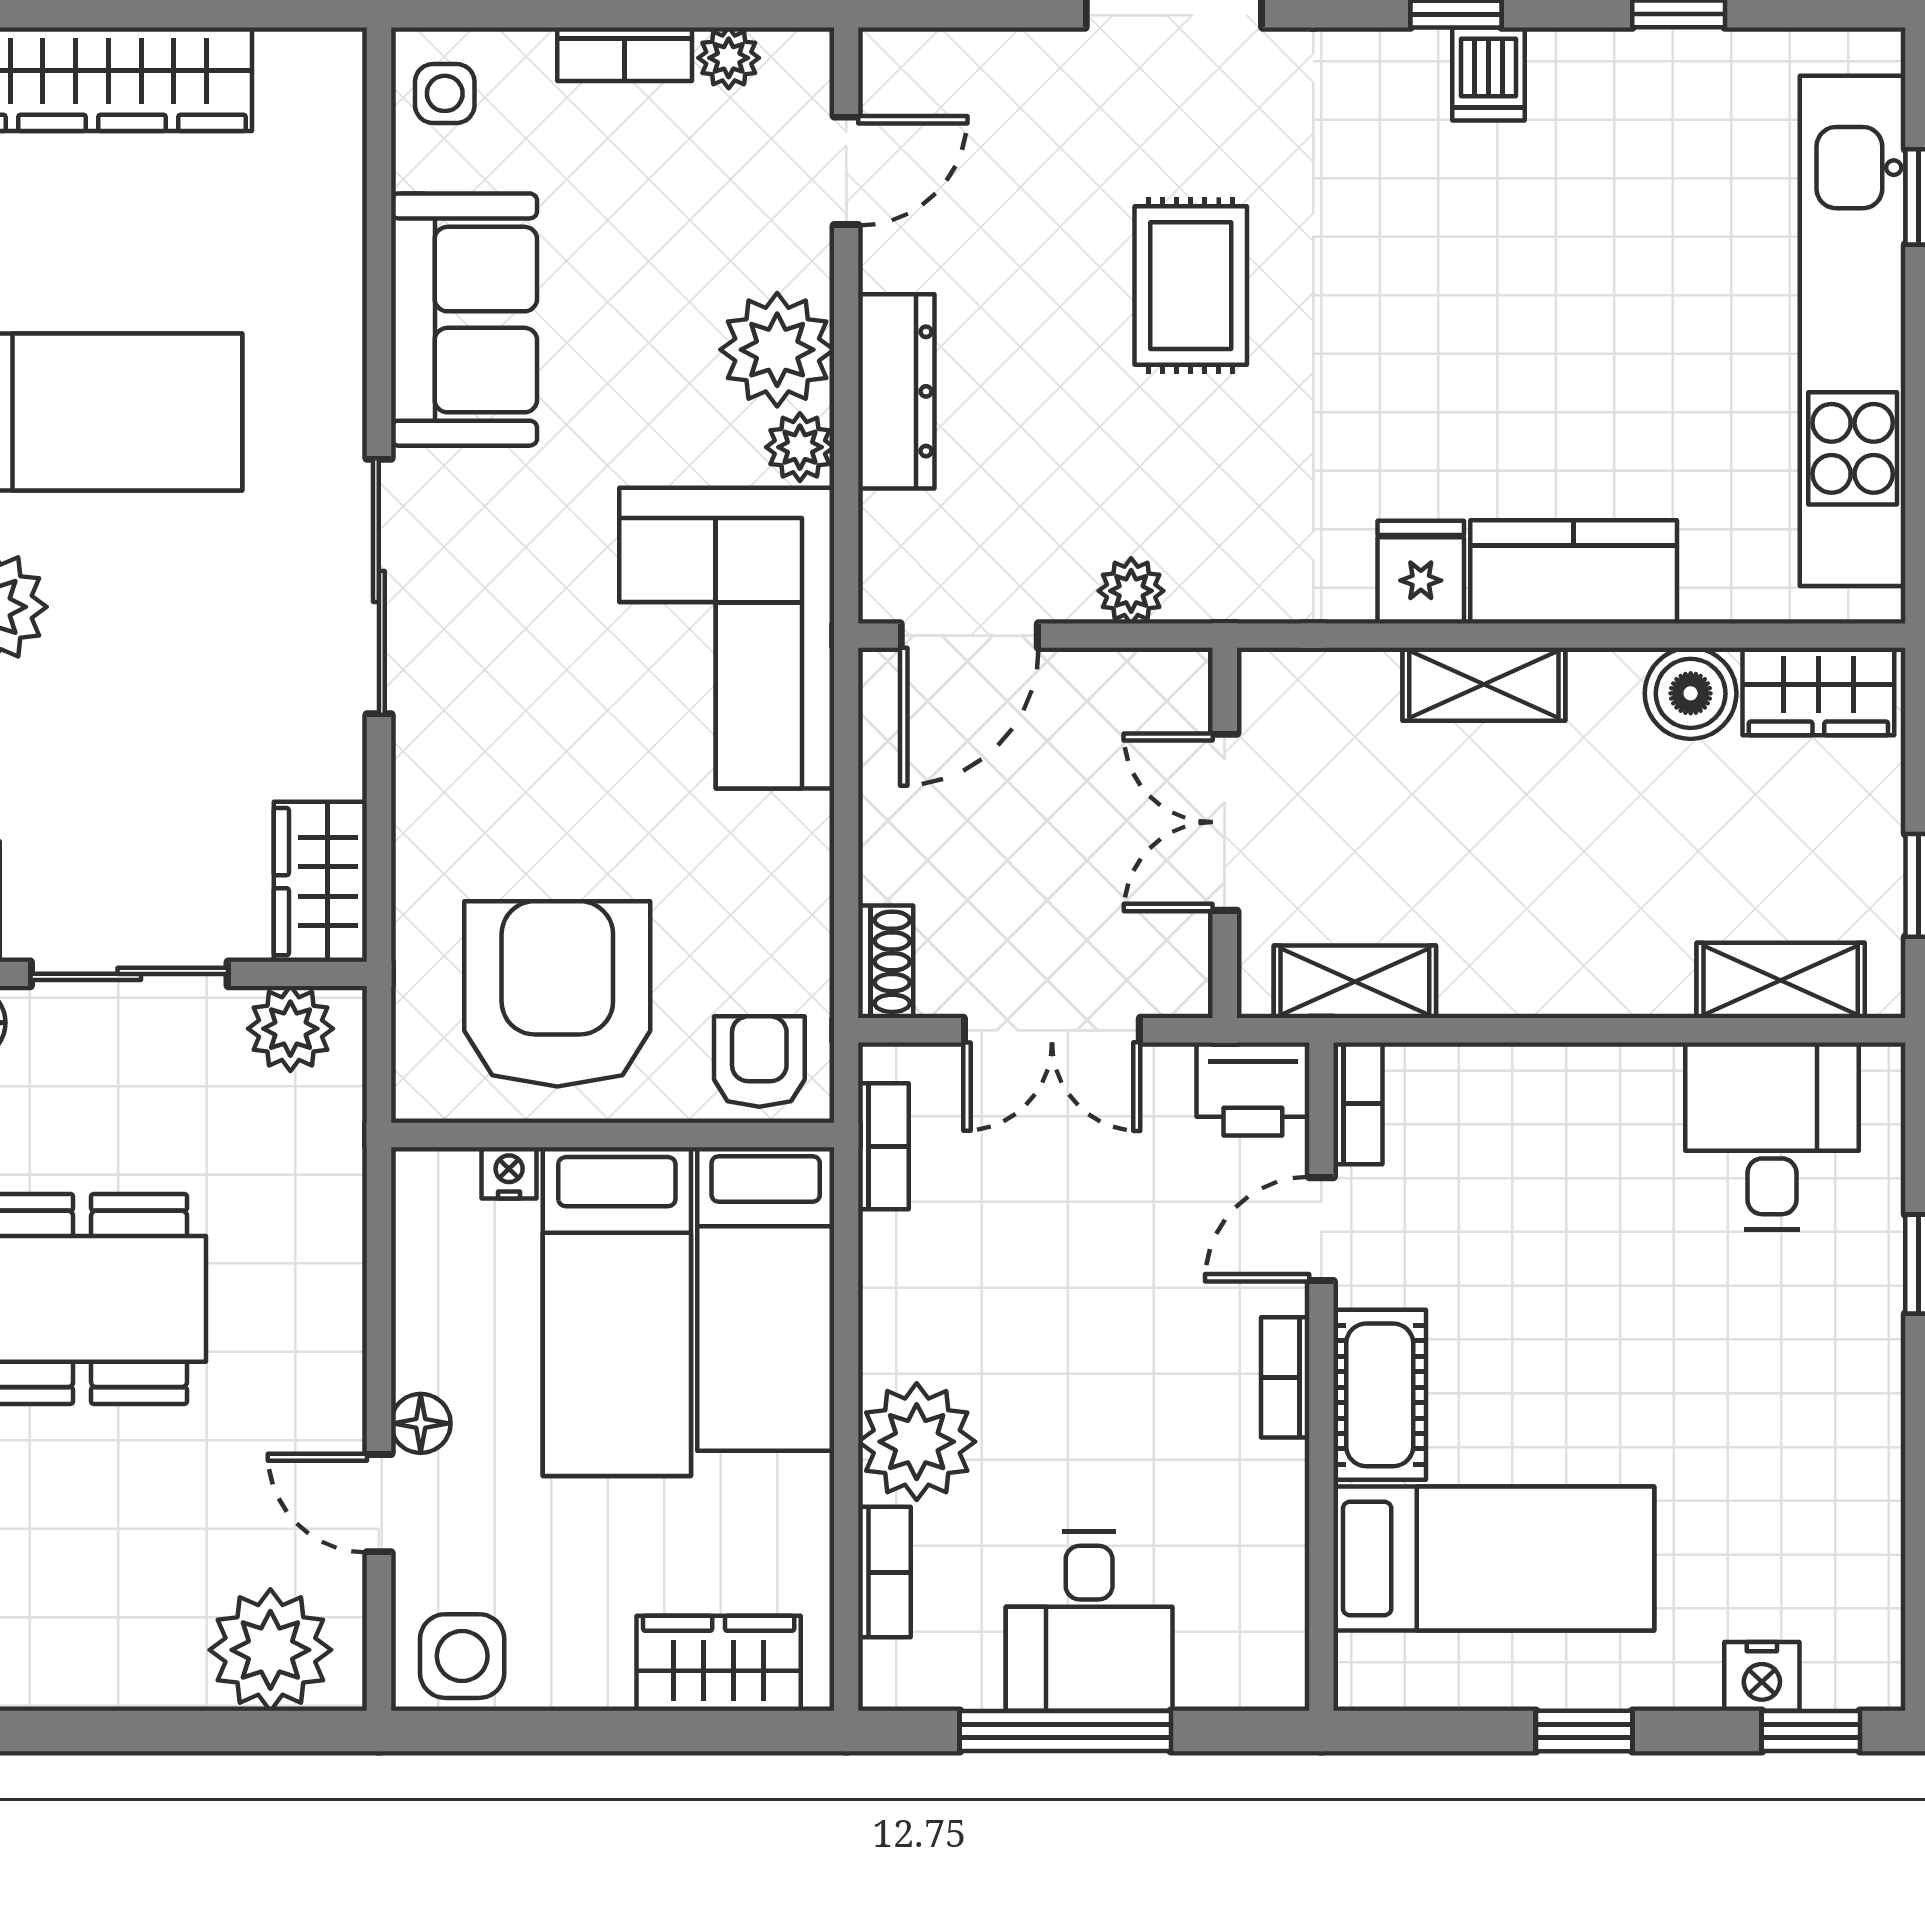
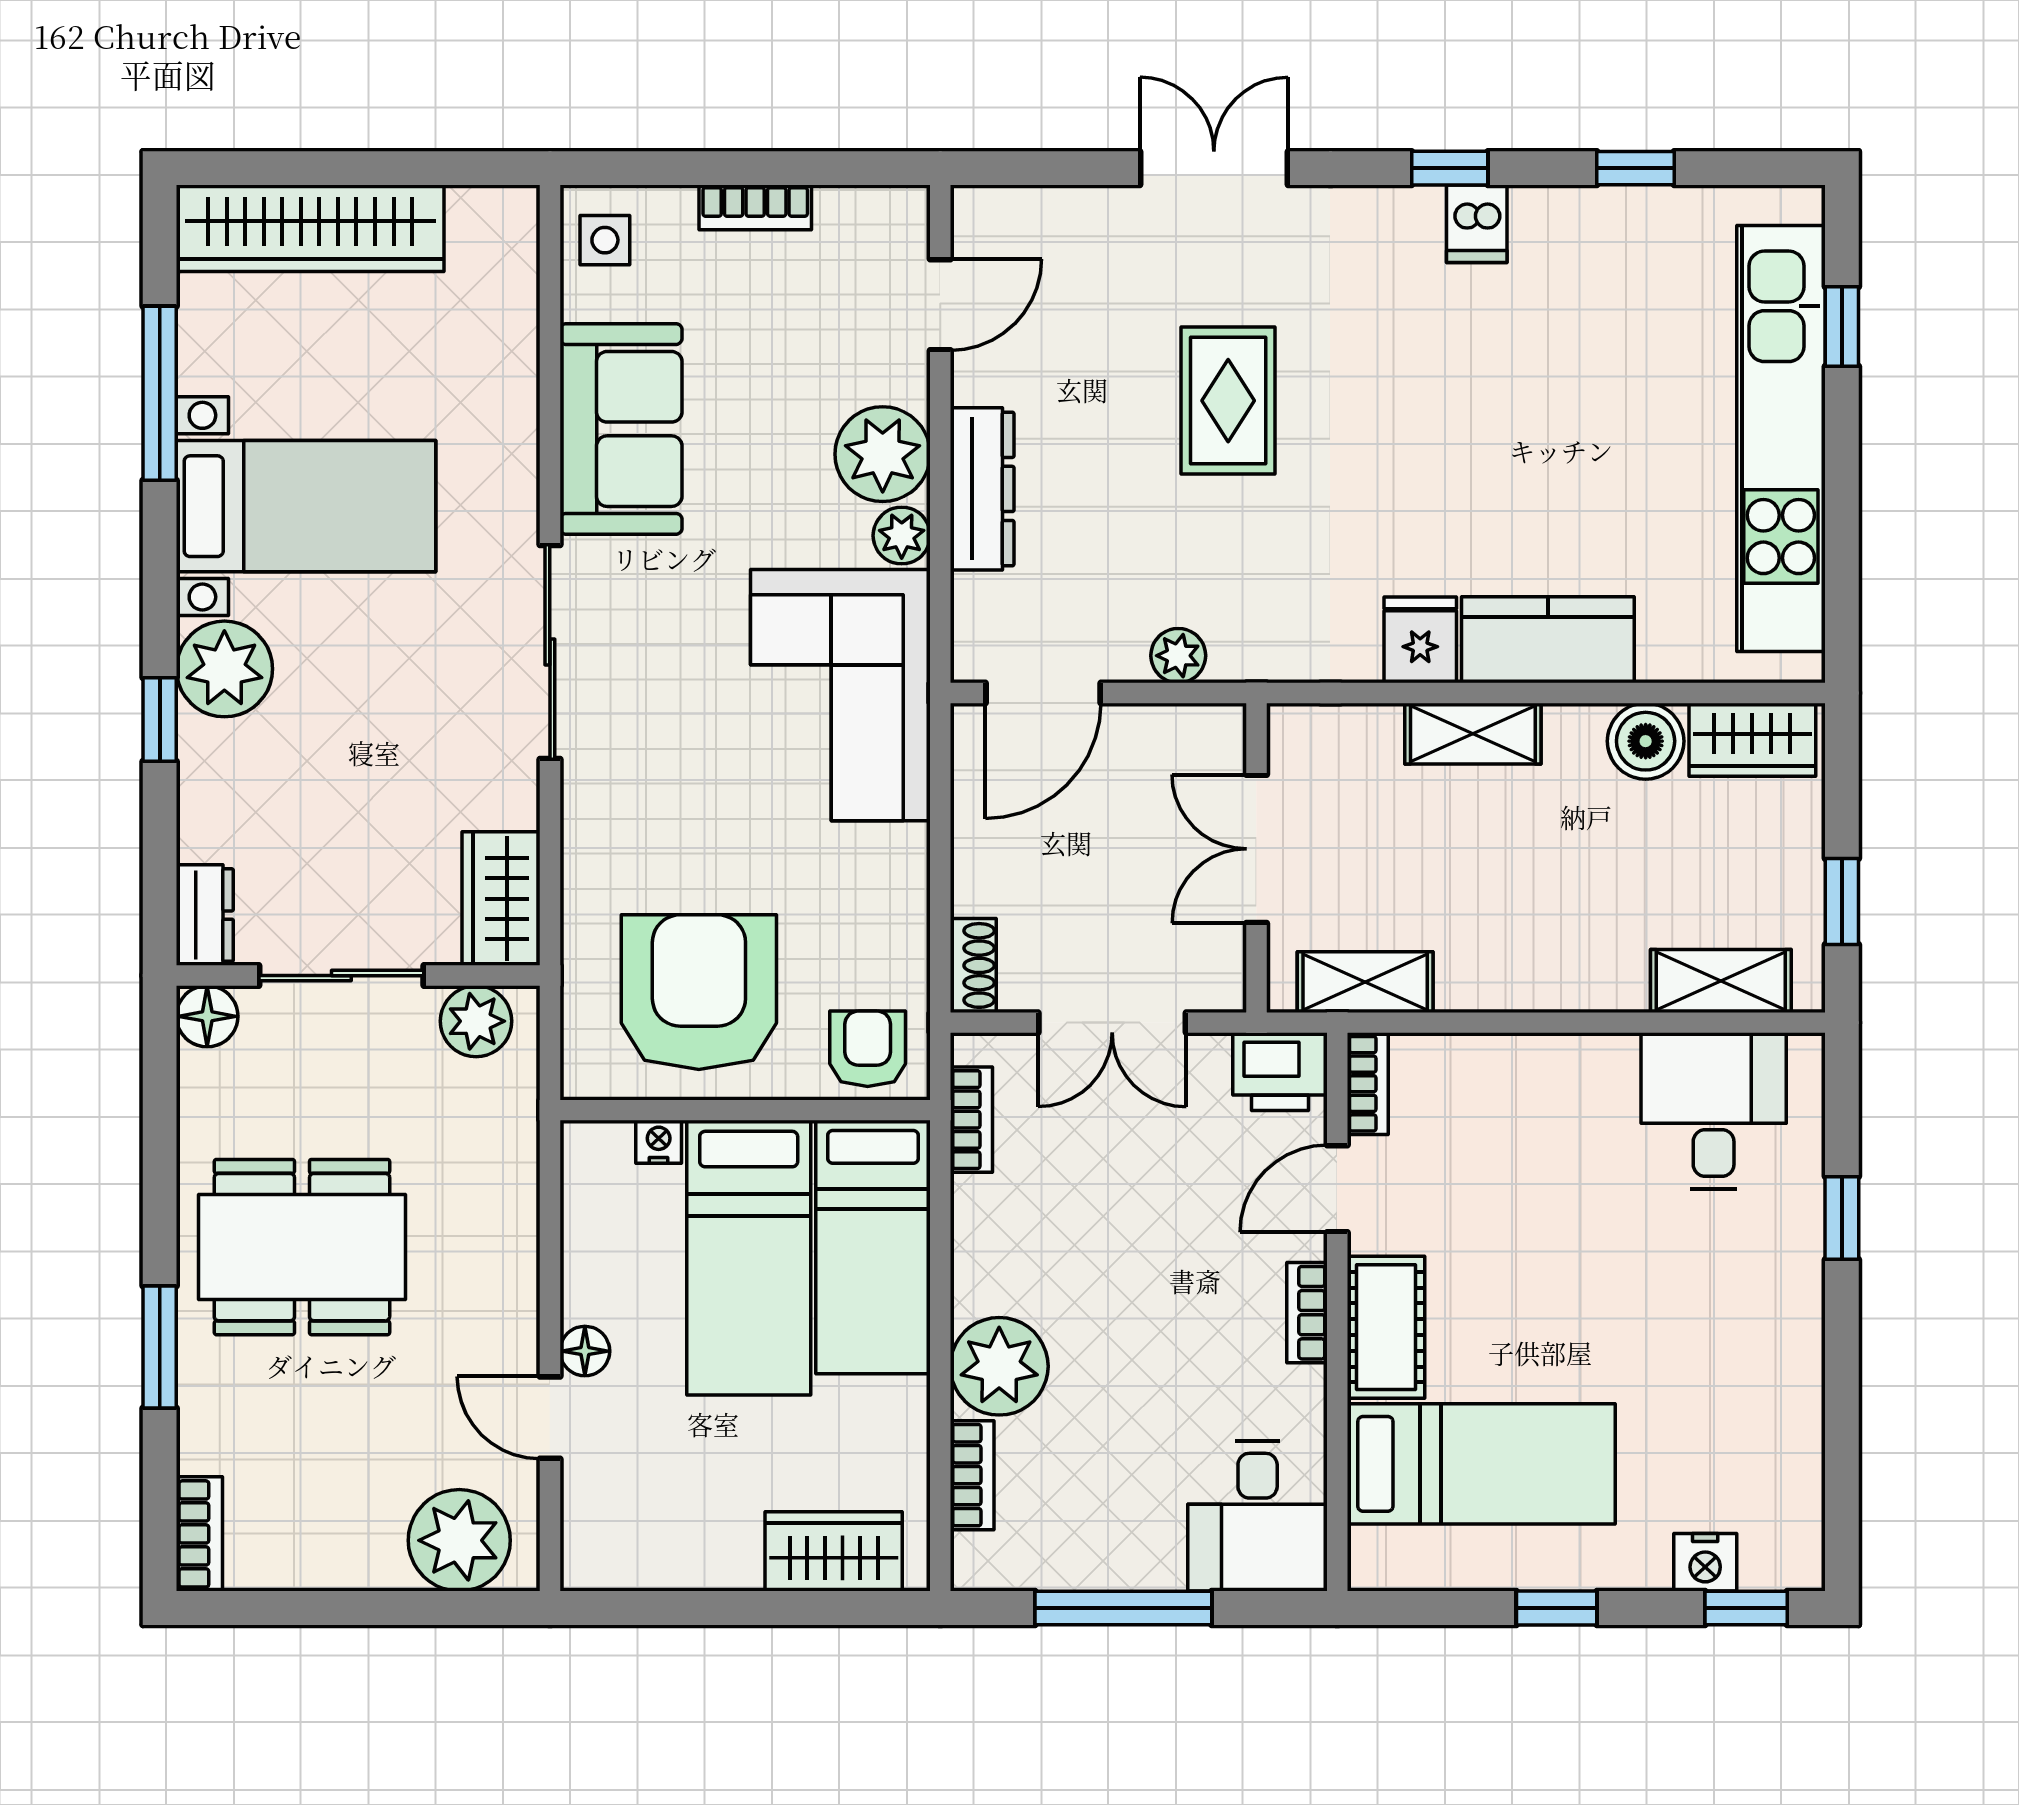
plant: (729, 58) -> (842, 210), removed
desk: (1089, 1621) -> (1258, 1516), moved
side table: (462, 1656) -> (619, 1545), removed

